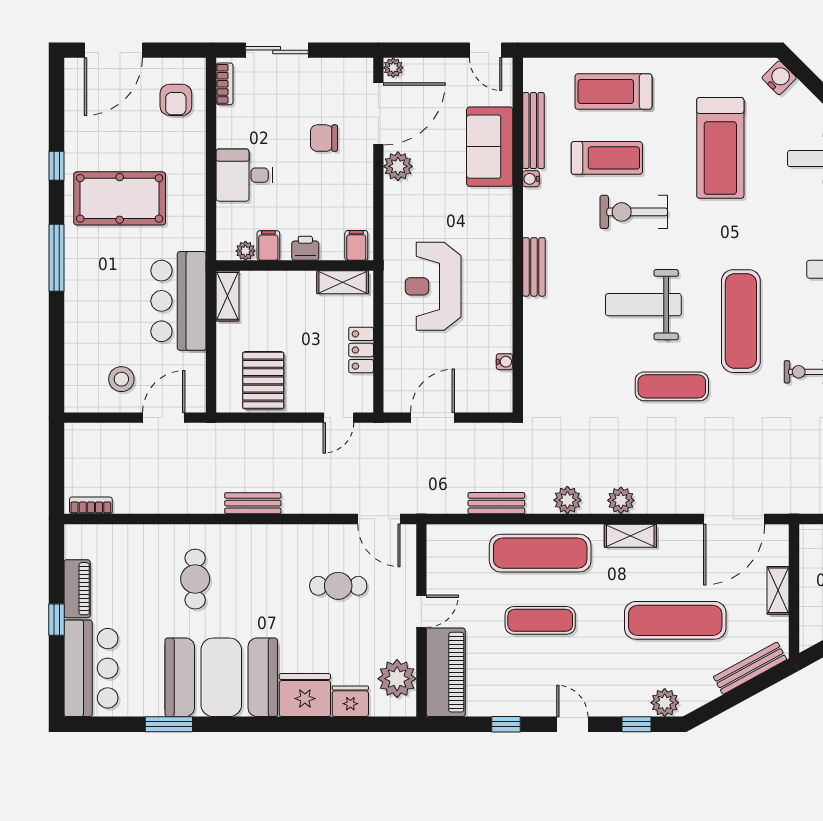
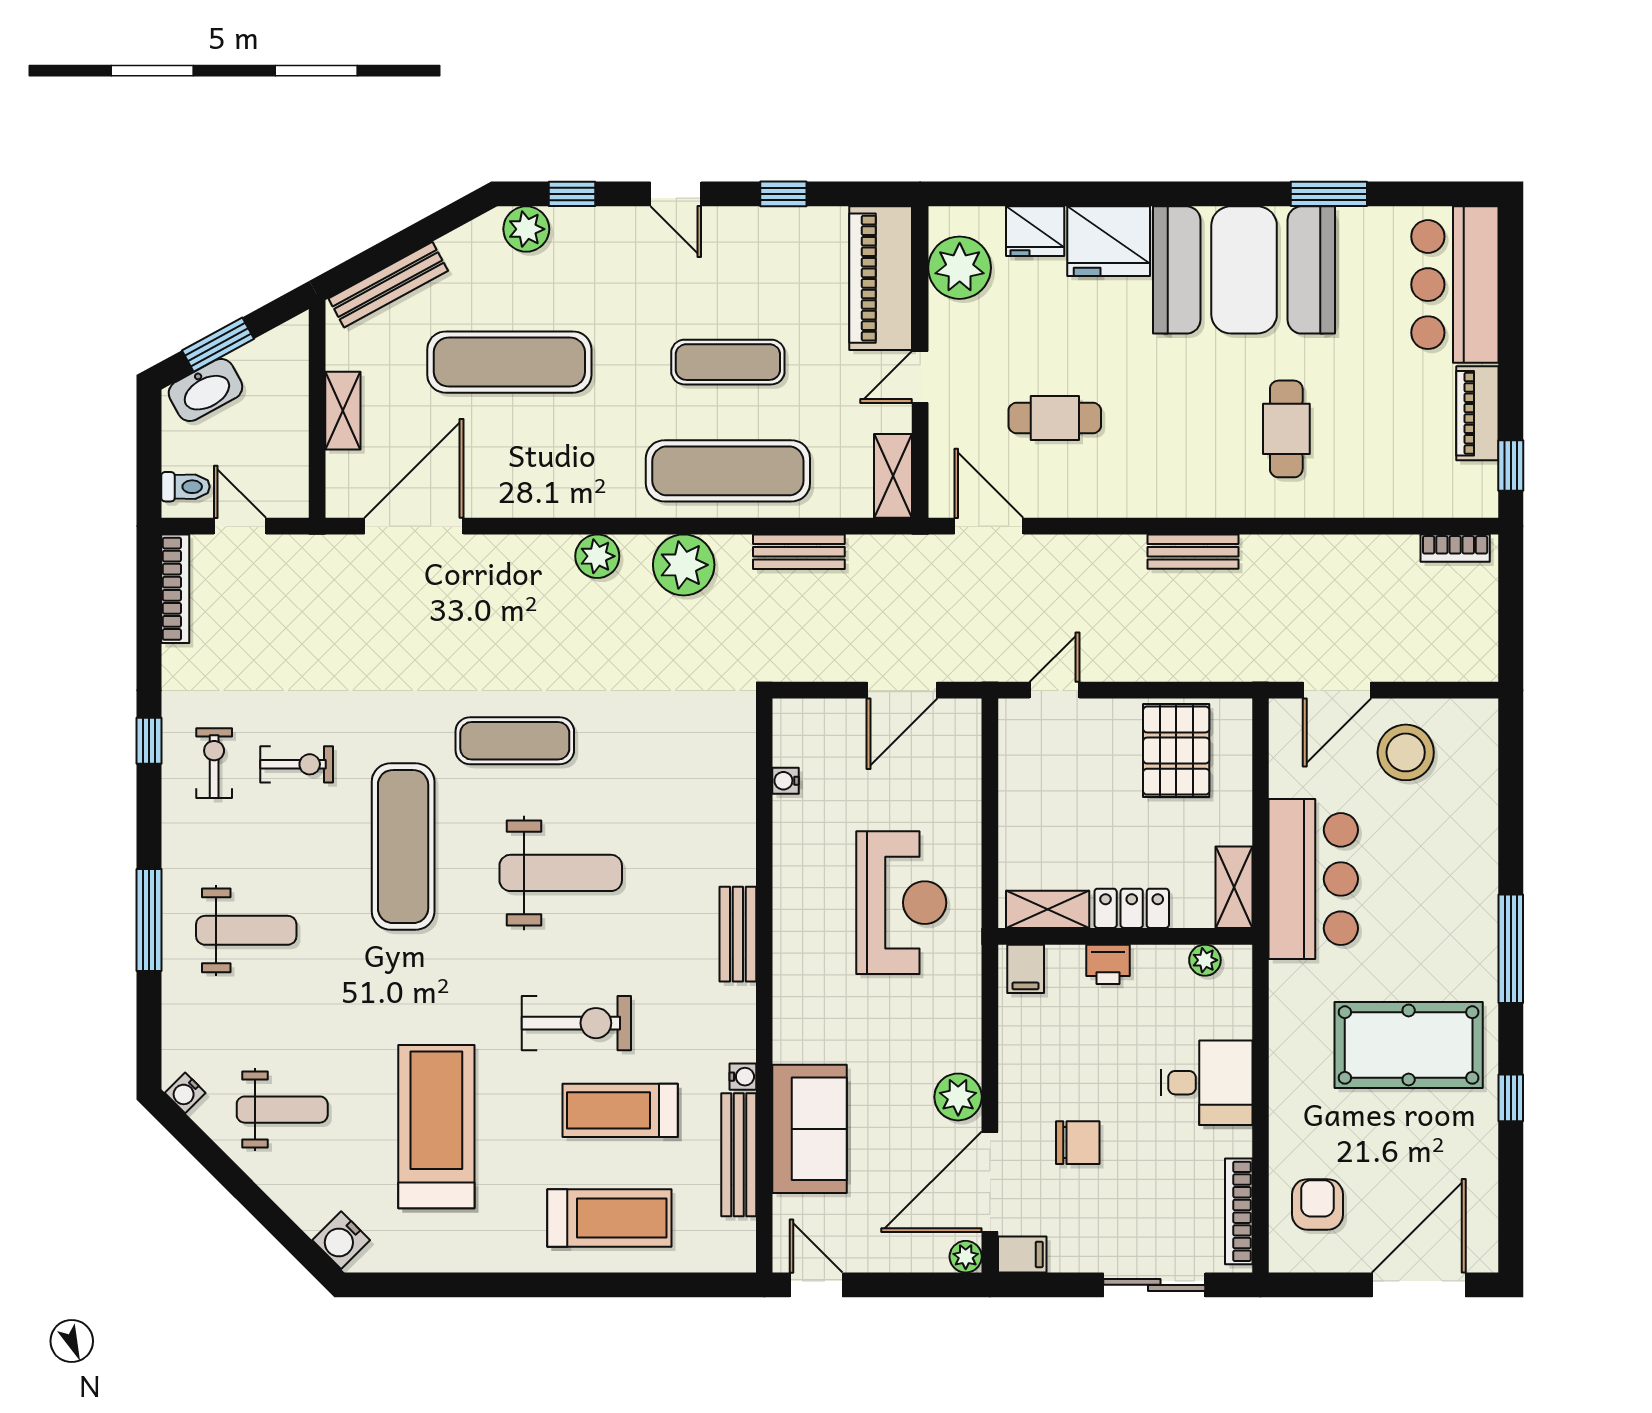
bookcase: (225, 84) -> (1239, 1211), width x1.56
filing cabinet: (268, 246) -> (1022, 1254), moved, turned -90
locker: (361, 350) -> (1132, 908), moved, turned -90
stool: (121, 379) -> (1406, 752), width x1.38, depth x1.38
plant: (567, 500) -> (684, 565), width x1.36, depth x1.36
shelving: (630, 536) -> (893, 476), moved, turned 90
window: (56, 620) -> (1511, 465), moved

